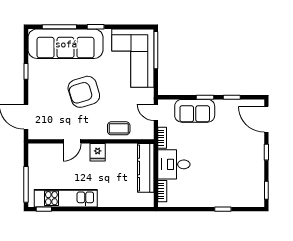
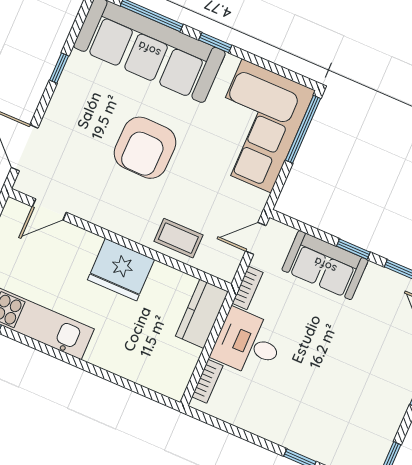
armchair: (84, 92) -> (145, 148), turned -72
door: (156, 112) -> (256, 238), hinge flipped
door: (72, 141) -> (49, 210), moved
fridge: (98, 152) -> (121, 270), width x1.88, depth x1.34
kitchen counter: (146, 168) -> (202, 314), width x0.67

